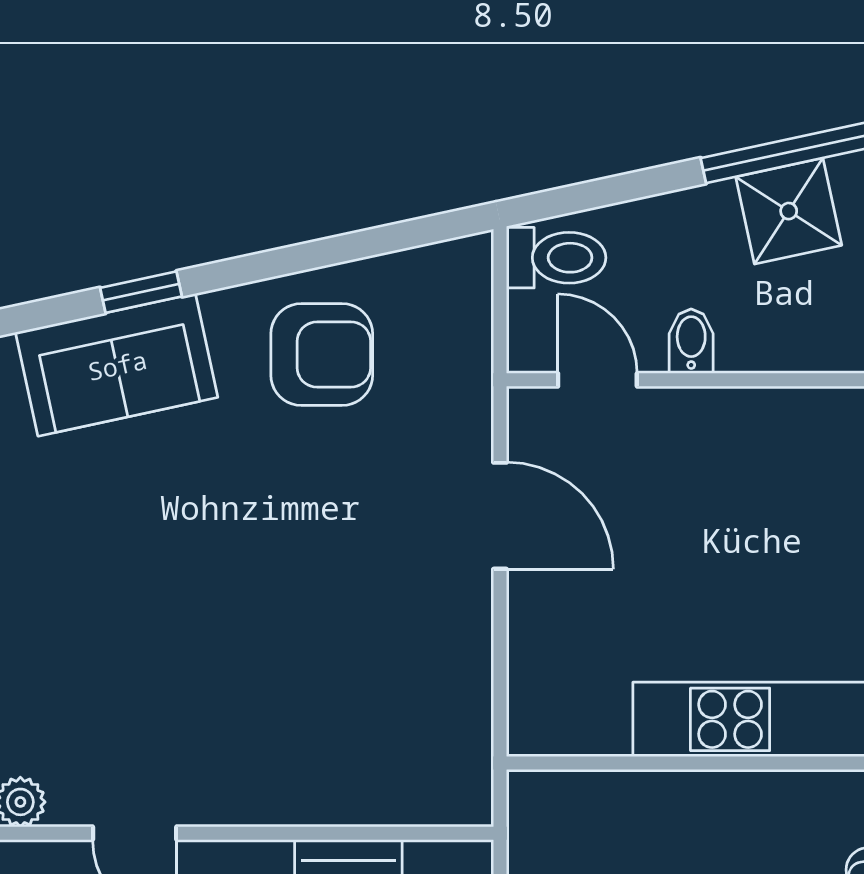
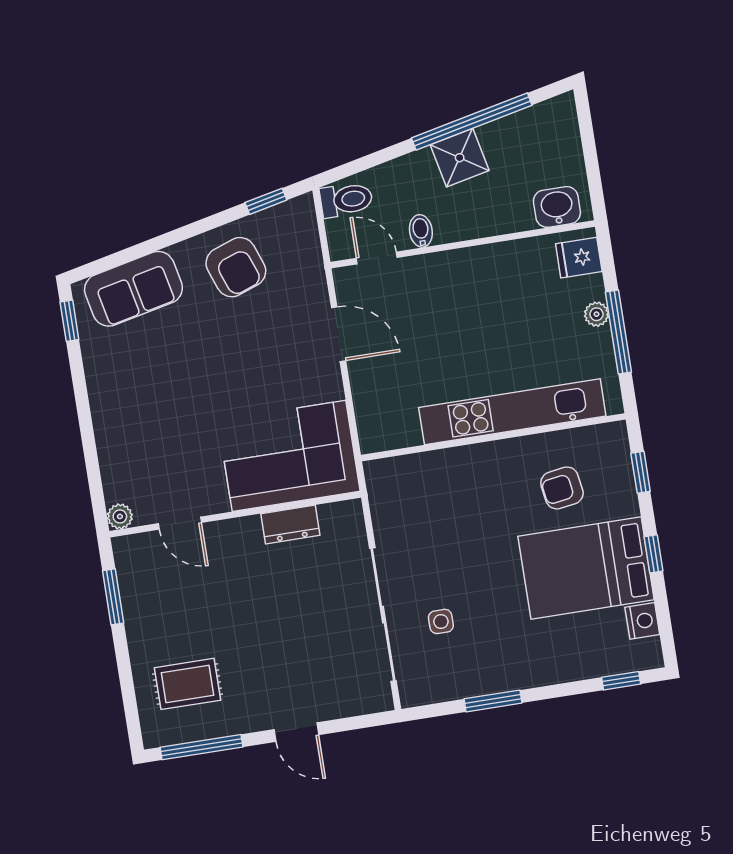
window: (141, 292) -> (266, 201), moved
armchair: (322, 355) -> (236, 267), turned 70
corner sofa: (367, 736) -> (289, 456), added

